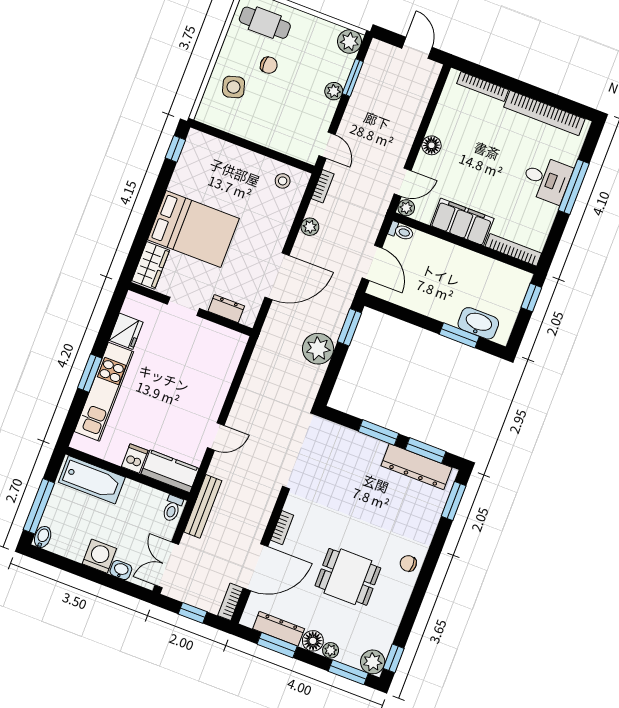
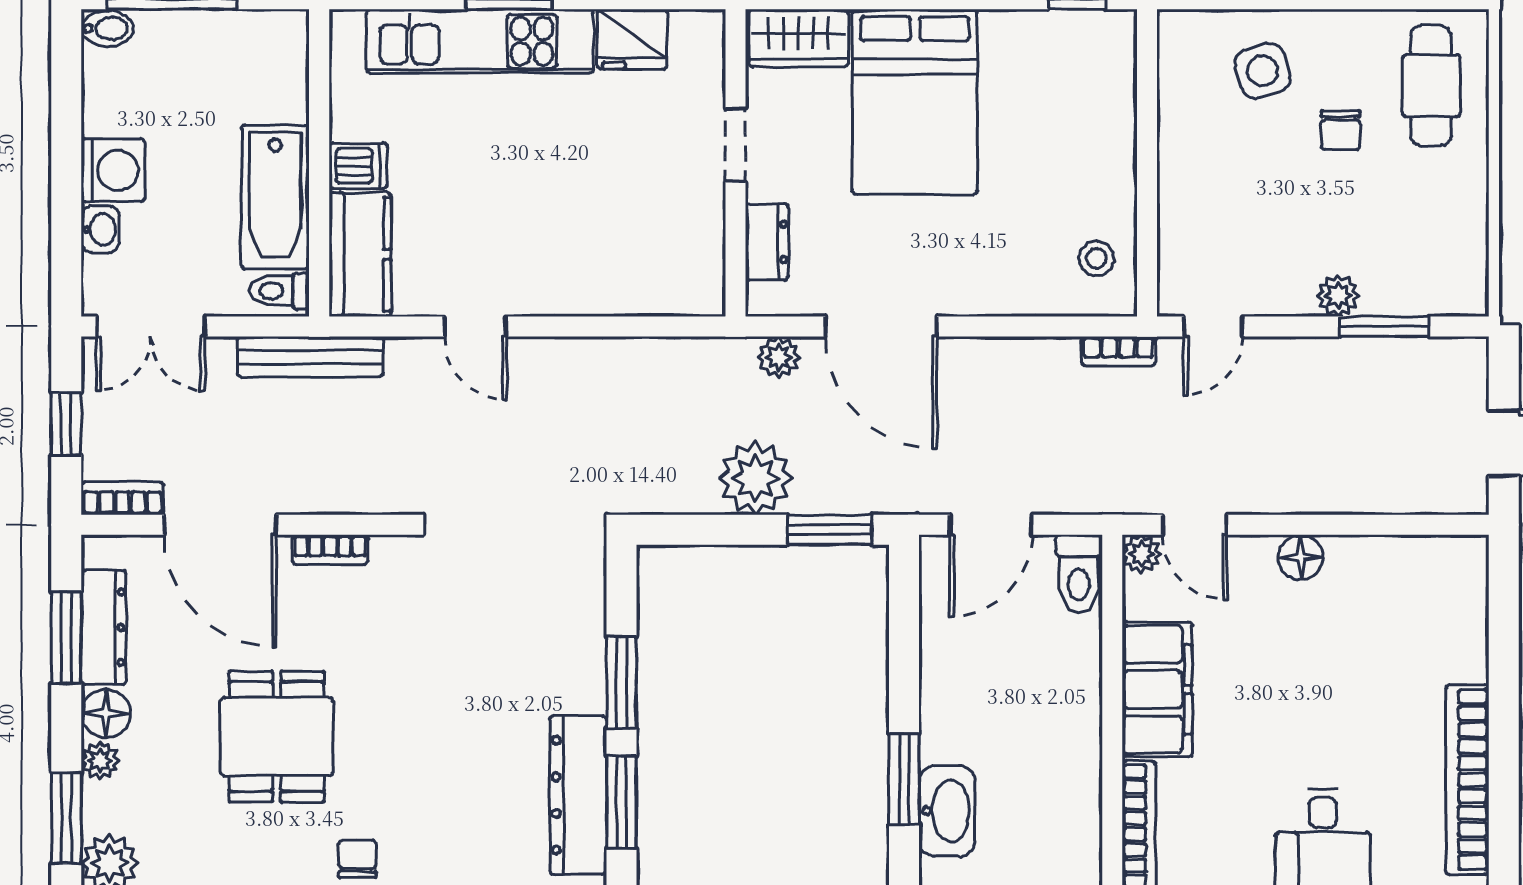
plant: (349, 41) -> (1461, 289), removed
bookcase: (483, 87) -> (1474, 621), removed
plant: (310, 227) -> (779, 357), moved
toilet: (401, 231) -> (1079, 574), width x1.37, depth x1.39
bathtub: (92, 480) -> (275, 197), moved
double door: (167, 565) -> (151, 326), swing flipped

